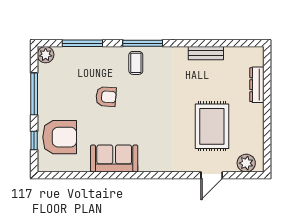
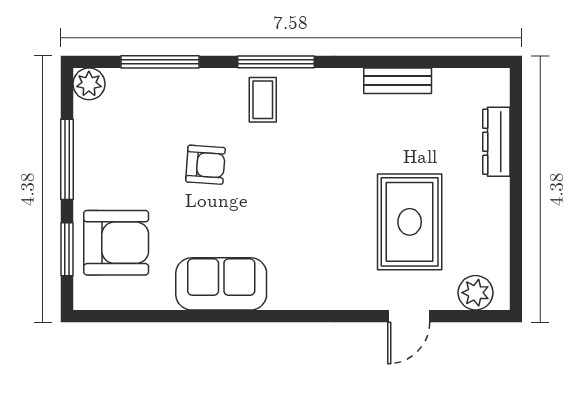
window: (34, 140) -> (67, 249), width x1.50

